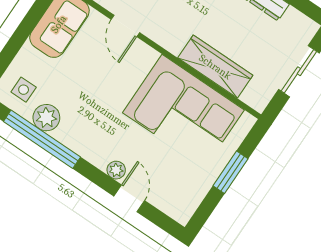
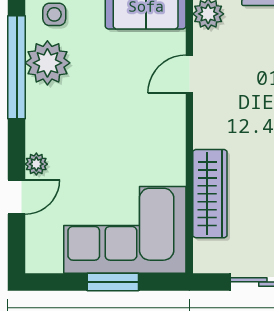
corner sofa: (183, 111) -> (125, 230), moved, turned 90
plant: (46, 118) -> (47, 63), width x1.36, depth x1.36

